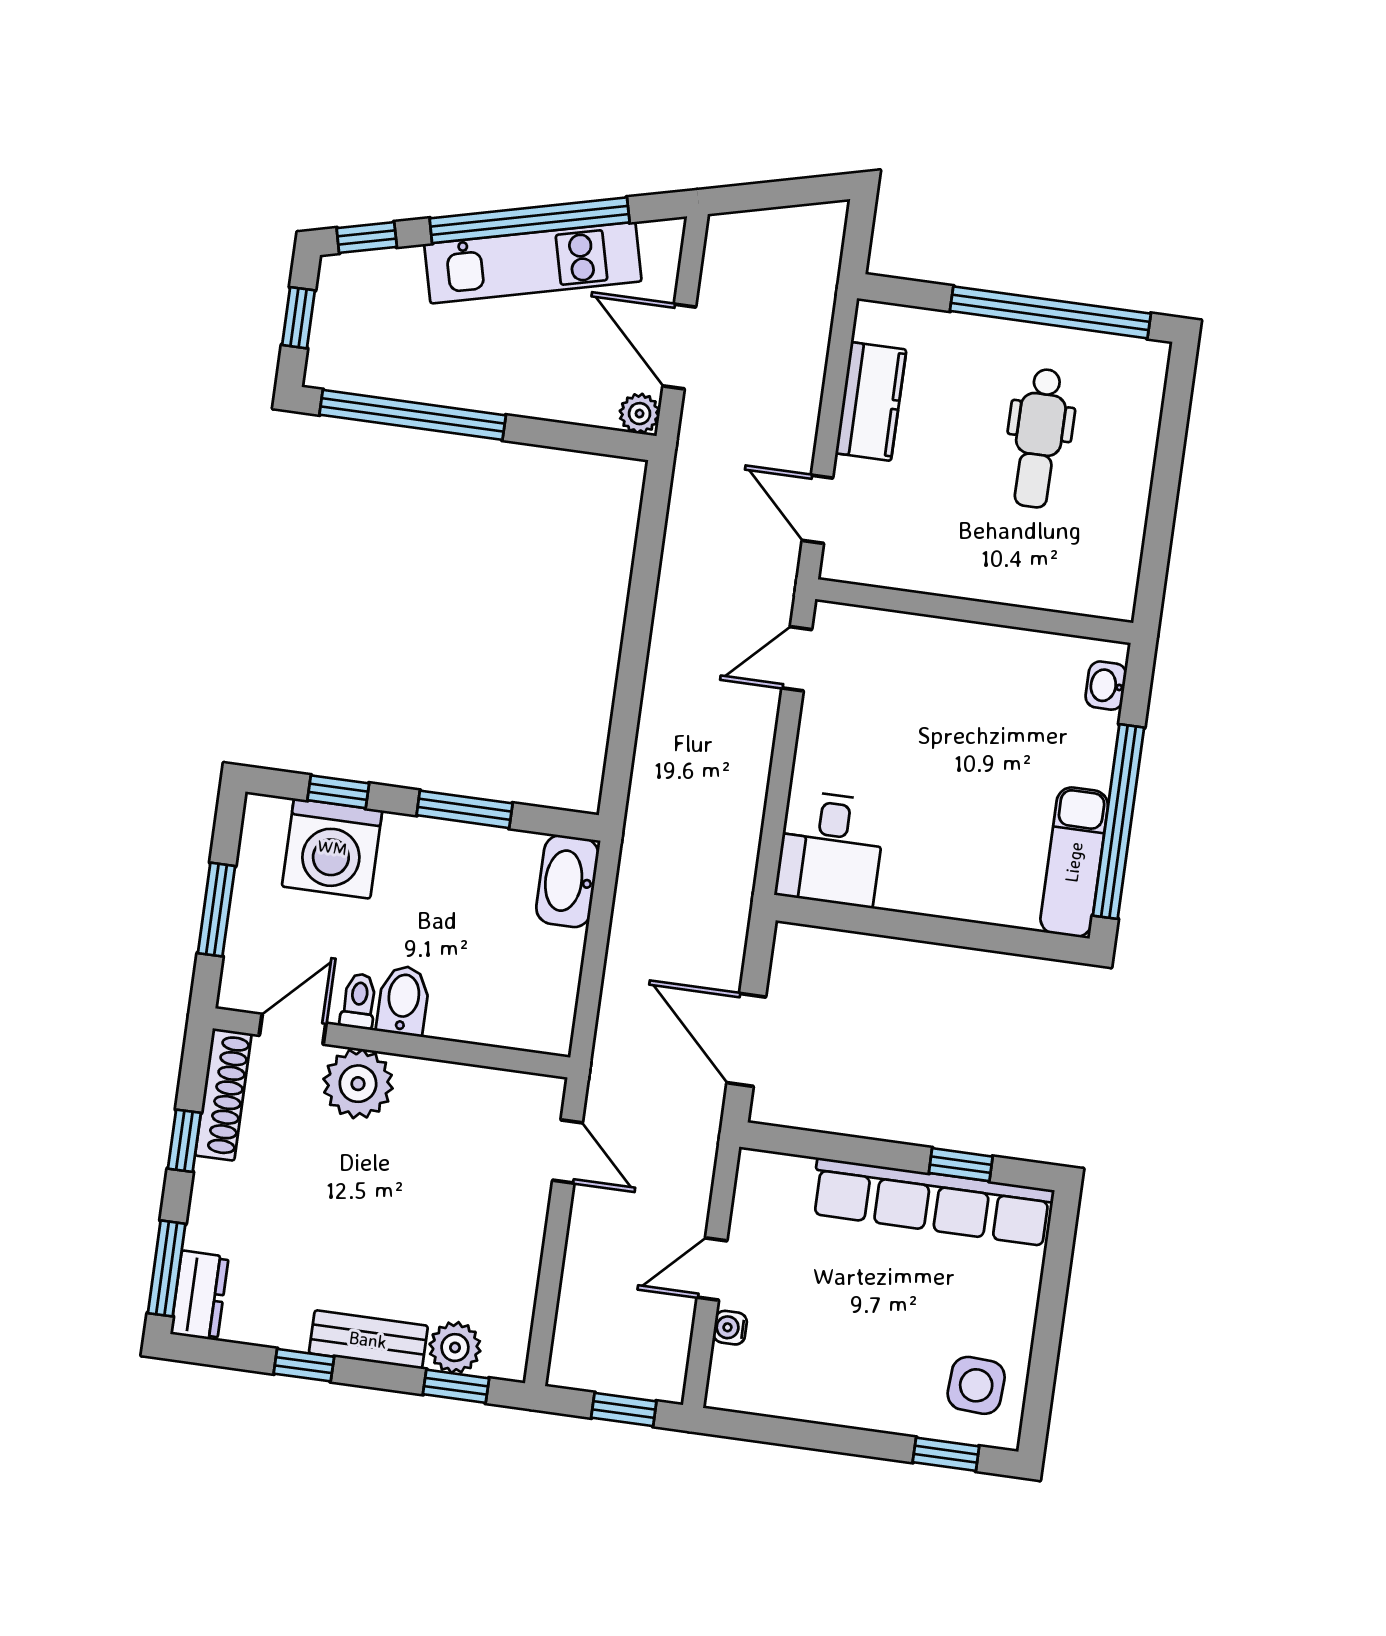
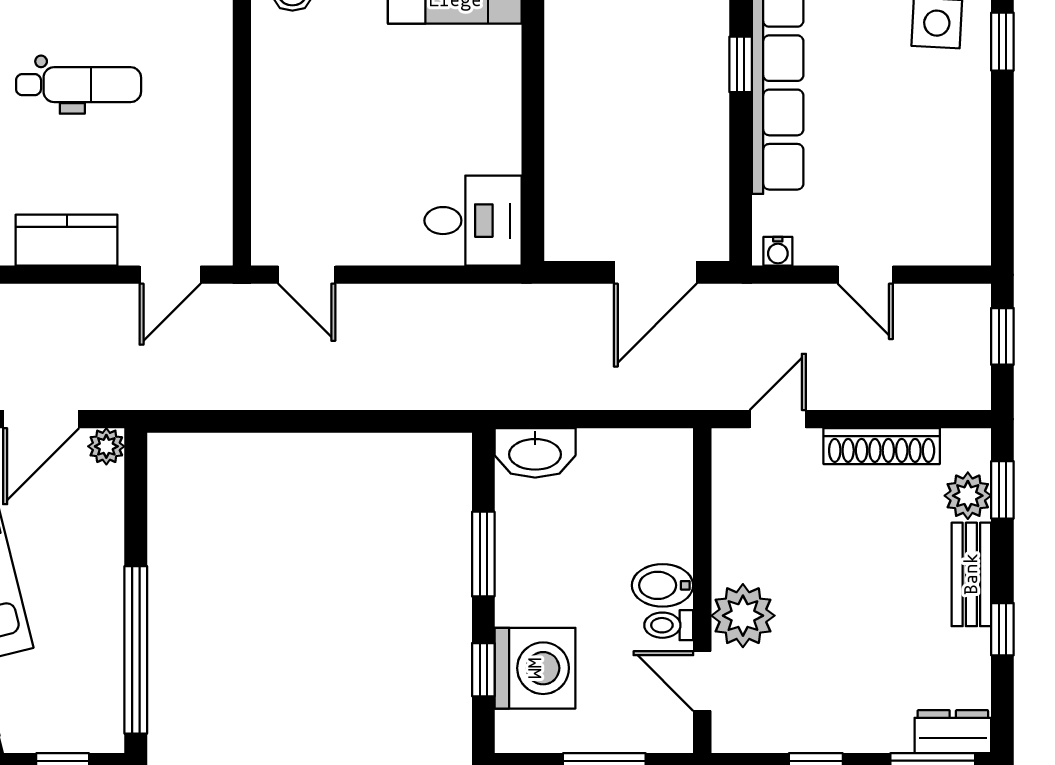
shoe rack: (223, 1095) -> (882, 446), moved, turned 180
water cooler: (730, 1328) -> (778, 251), moved

